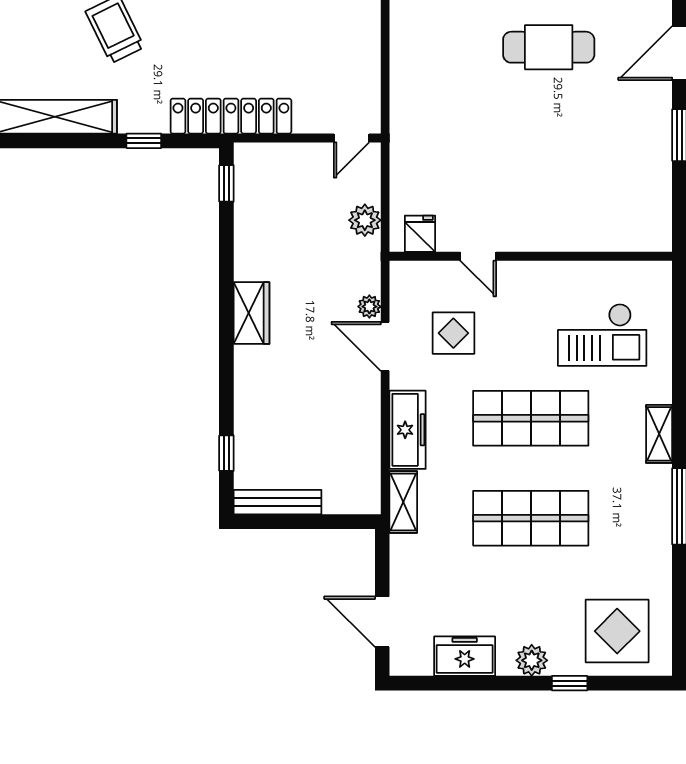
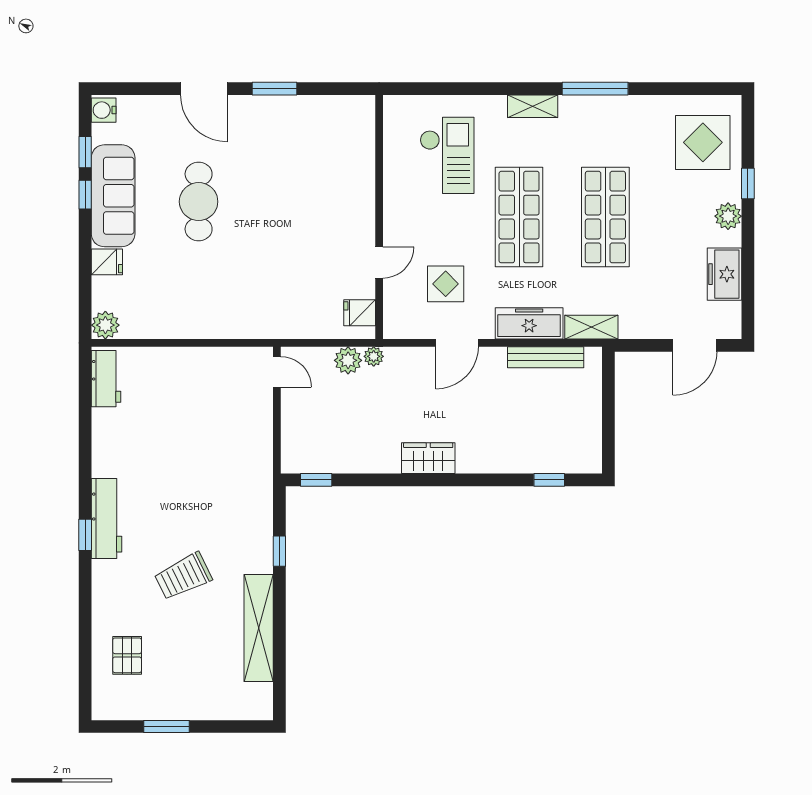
locker: (231, 116) -> (258, 476), removed
plant: (369, 307) -> (374, 356), moved
bench: (278, 502) -> (546, 357), moved, turned 90

